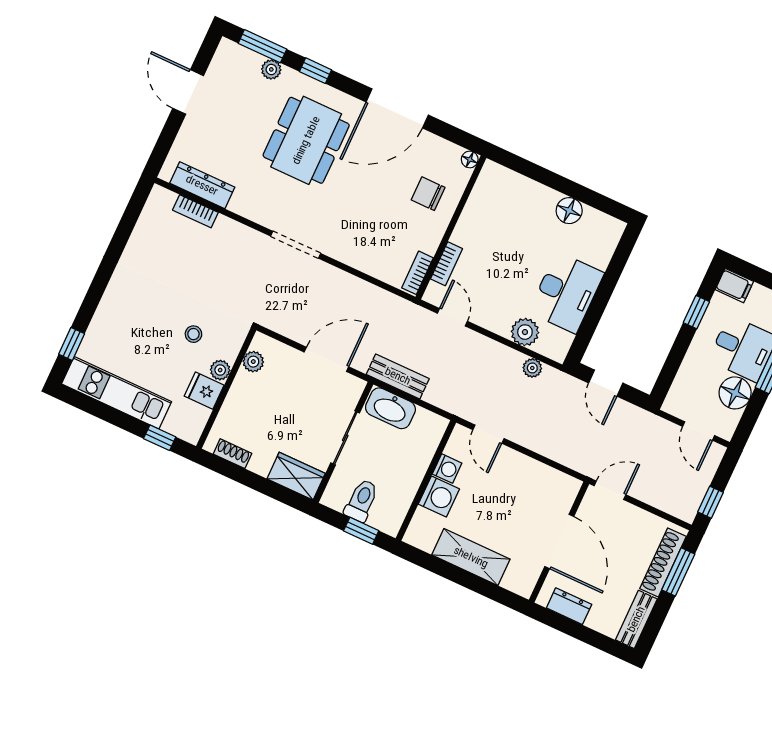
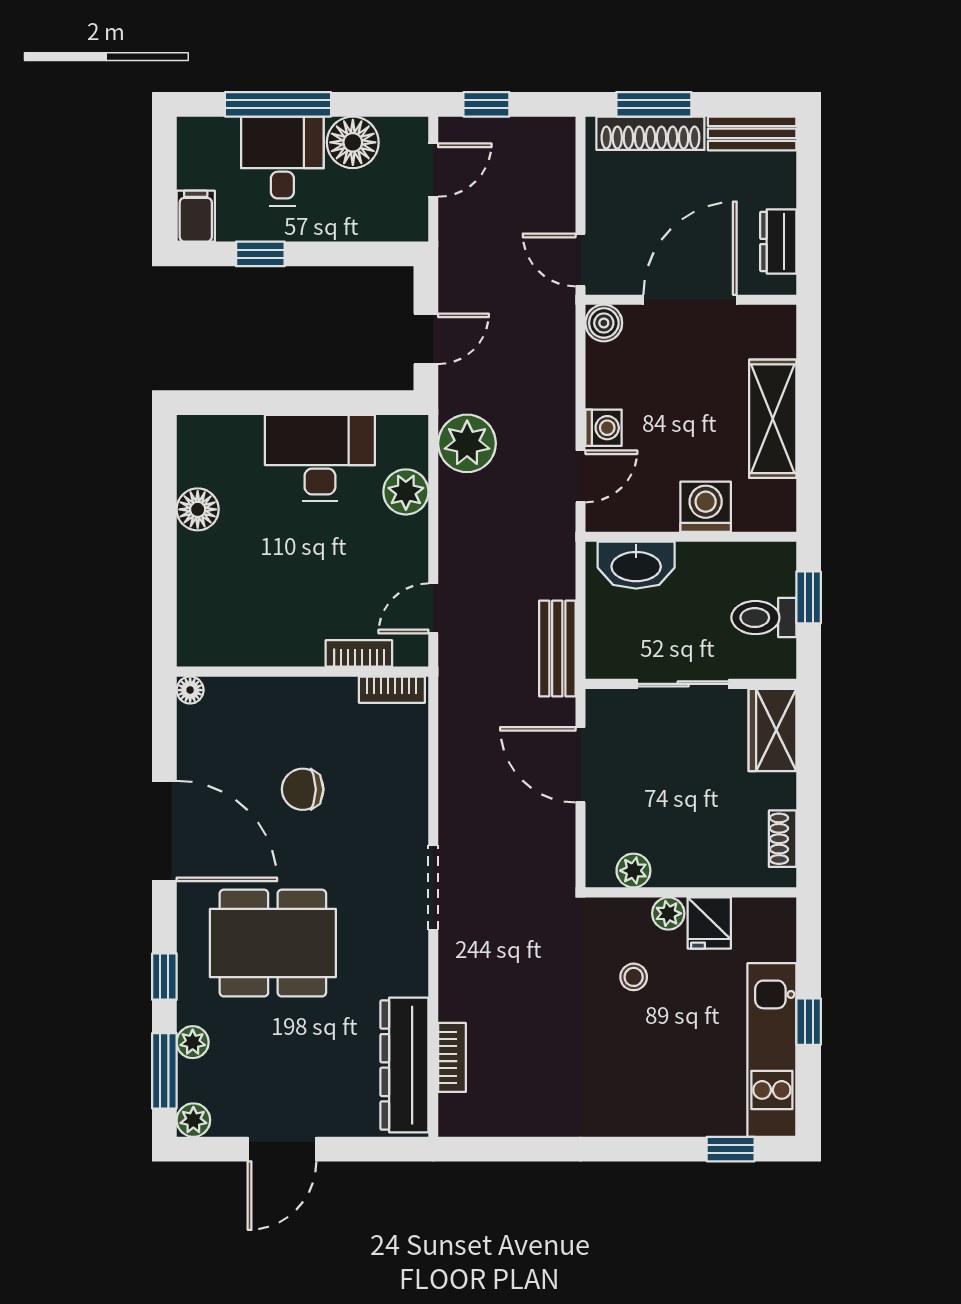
plant: (227, 50) -> (193, 1120), added
dresser: (202, 185) -> (404, 1065), width x1.37, depth x1.24
chair: (428, 194) -> (303, 789), moved, turned 90
plant: (532, 368) -> (467, 443), width x1.88, depth x1.88
washbasin: (390, 408) -> (636, 565), moved, turned 90
window: (160, 438) -> (809, 1022), moved
washing machine: (447, 469) -> (604, 428), moved, turned 90
boiler: (568, 487) -> (604, 323), added
window: (711, 502) -> (486, 104), moved

